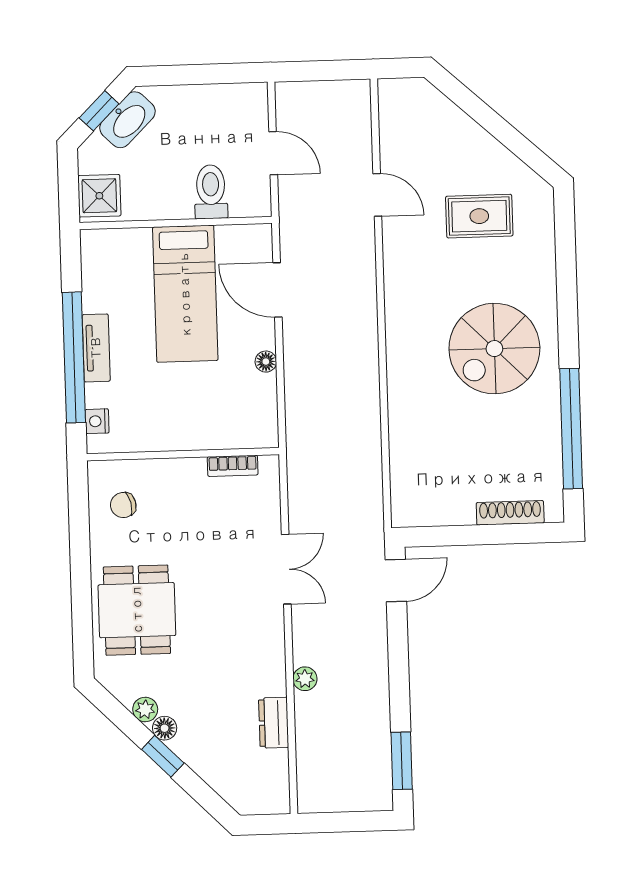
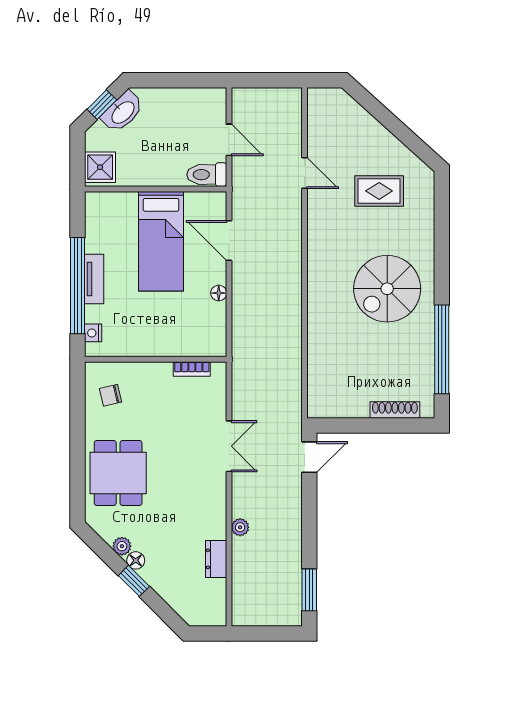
toilet: (211, 192) -> (207, 175), moved, turned -90

